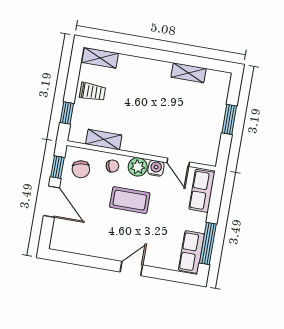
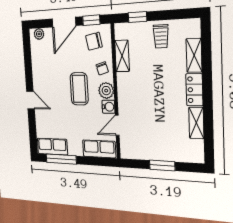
shelving: (100, 58) -> (194, 55), moved
locker: (154, 68) -> (194, 90), added
plant: (57, 237) -> (39, 34), added

